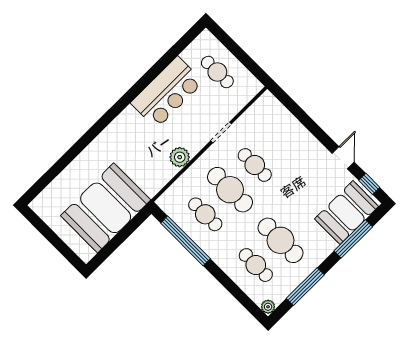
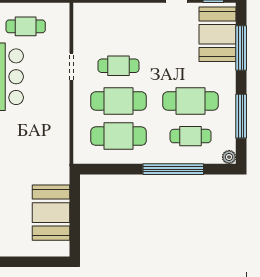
plant: (180, 157) -> (60, 114), removed
booth: (106, 208) -> (51, 213), width x0.73, depth x0.70
cafe table: (205, 214) -> (118, 136), width x1.37, depth x1.35
window: (185, 241) -> (173, 169), moved

